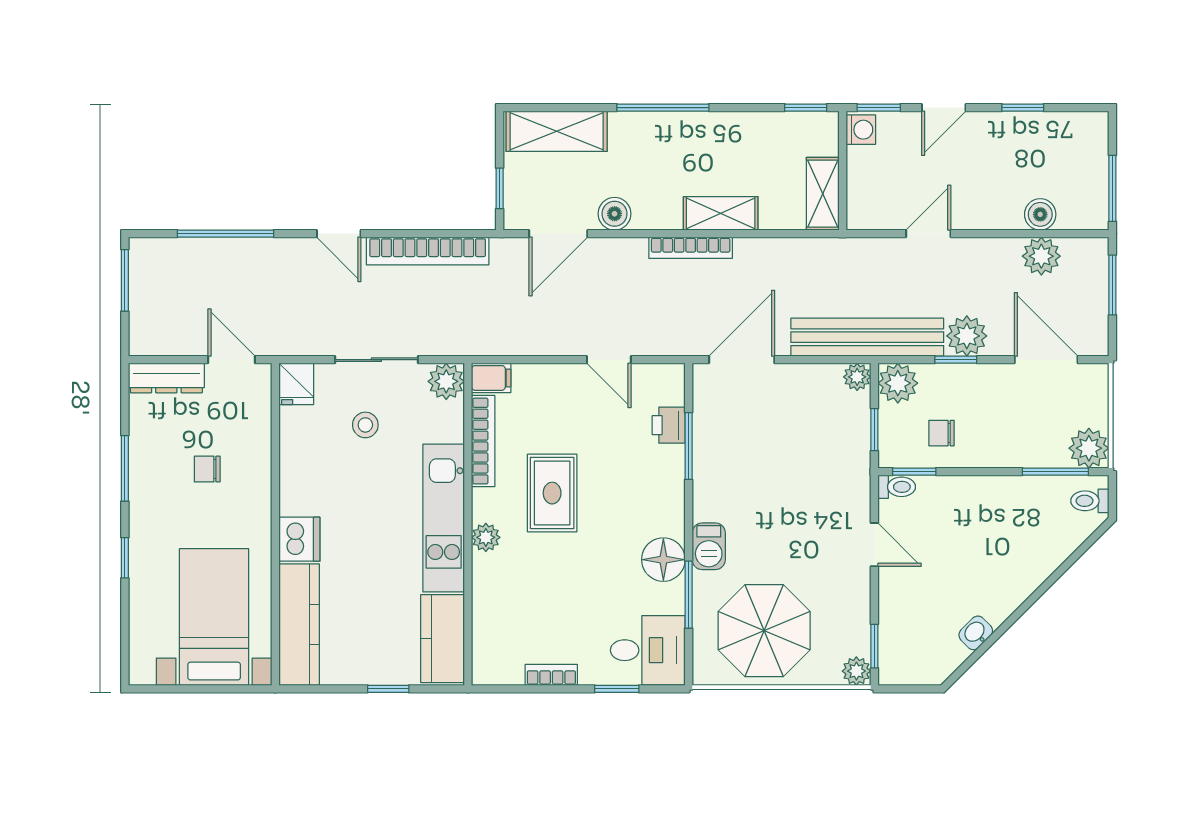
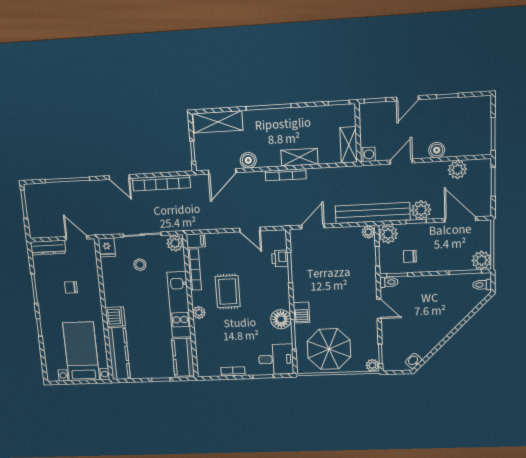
washing machine: (861, 130) -> (368, 154), moved
boiler: (1040, 214) -> (437, 150), moved
door: (742, 360) -> (313, 227), width x0.73
washbasin: (976, 633) -> (414, 361), moved

